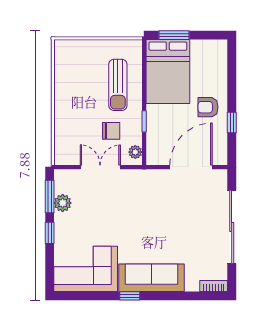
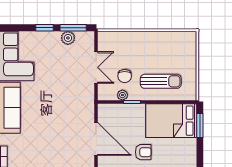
sun lounger: (118, 85) -> (161, 81), turned 180
armchair: (208, 107) -> (143, 152), turned 90
plant: (135, 152) -> (122, 95), moved

